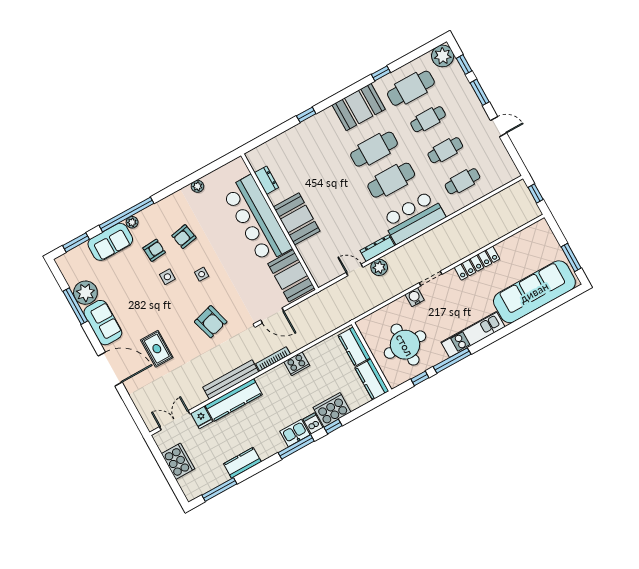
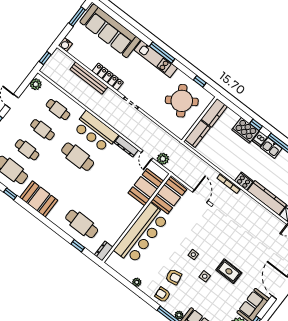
window: (306, 115) -> (78, 246), moved
cafe table: (374, 149) -> (82, 224), moved
plant: (507, 167) -> (36, 84), added
dresser: (266, 180) -> (104, 251), moved
booth: (297, 219) -> (146, 187), moved
armchair: (154, 250) -> (163, 295), moved
plant: (379, 267) -> (163, 159), moved
water cooler: (415, 297) -> (65, 44), moved
armchair: (211, 322) -> (222, 235), removed
round table: (405, 345) -> (182, 101), turned -33
rug: (157, 349) -> (229, 271), moved, turned 90
window: (452, 360) -> (162, 53), moved
cooker: (297, 364) -> (244, 181), moved
bench: (231, 380) -> (89, 78), moved

